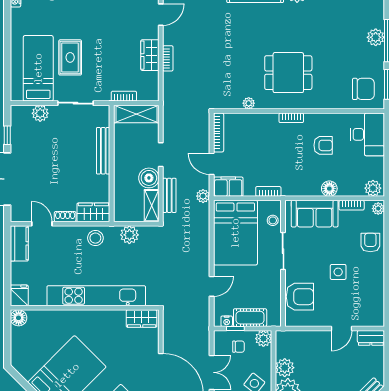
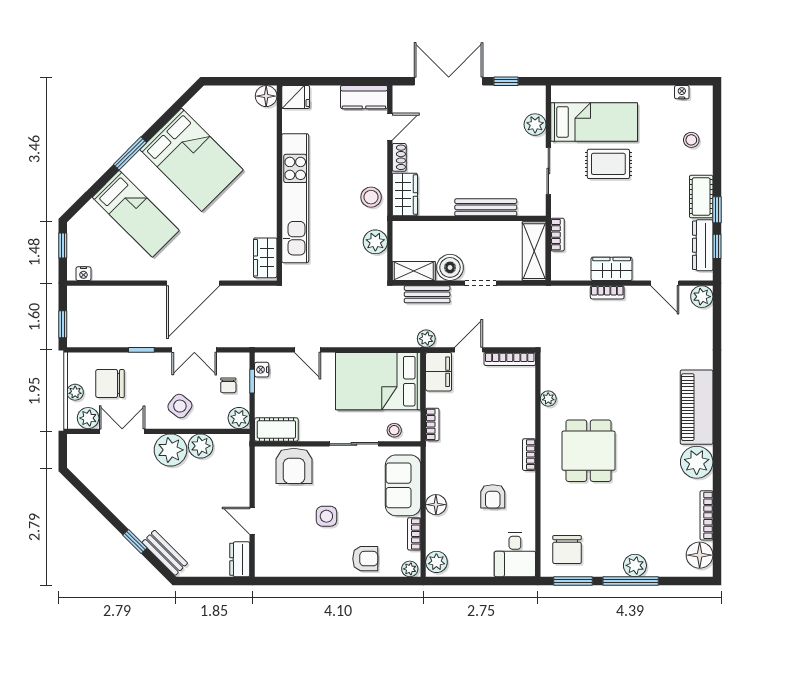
desk: (367, 134) -> (515, 555), width x0.73
cot: (250, 318) -> (276, 429), moved, turned 90

